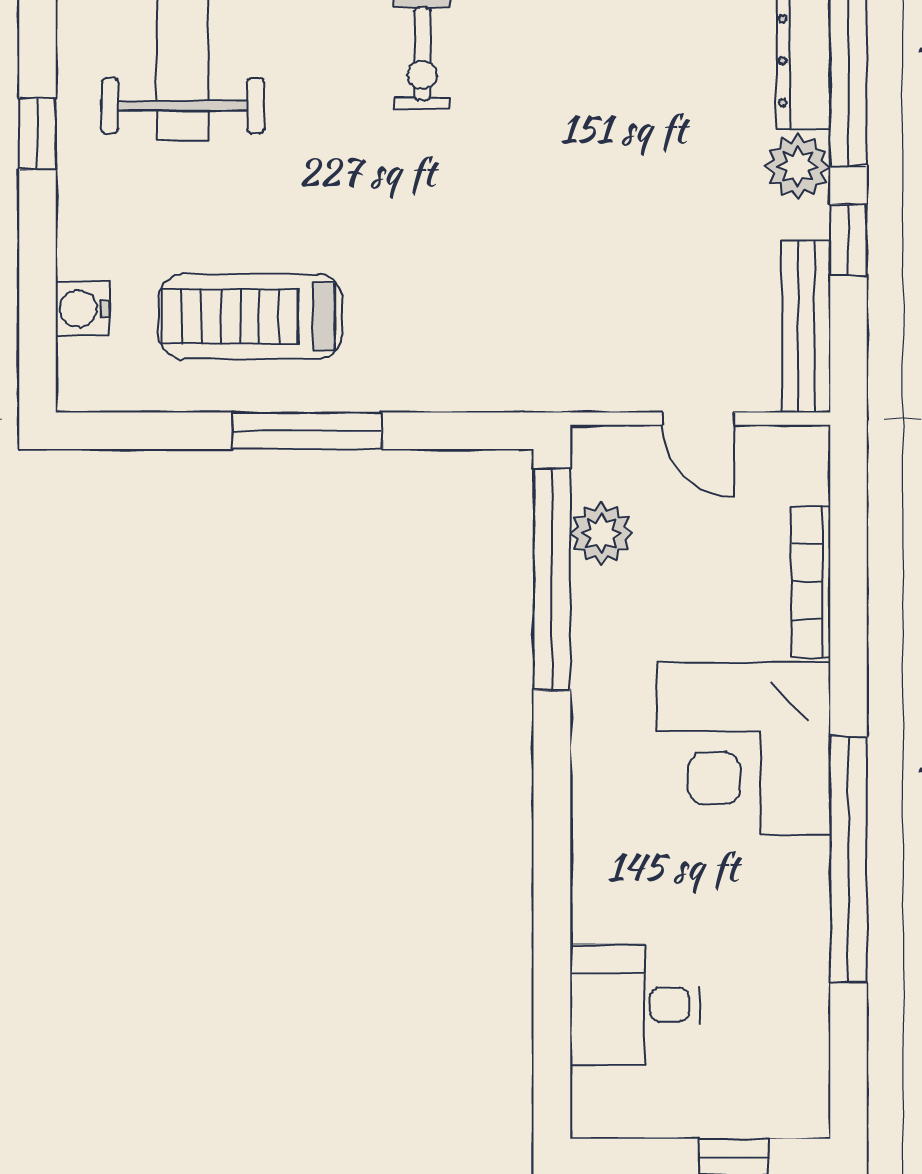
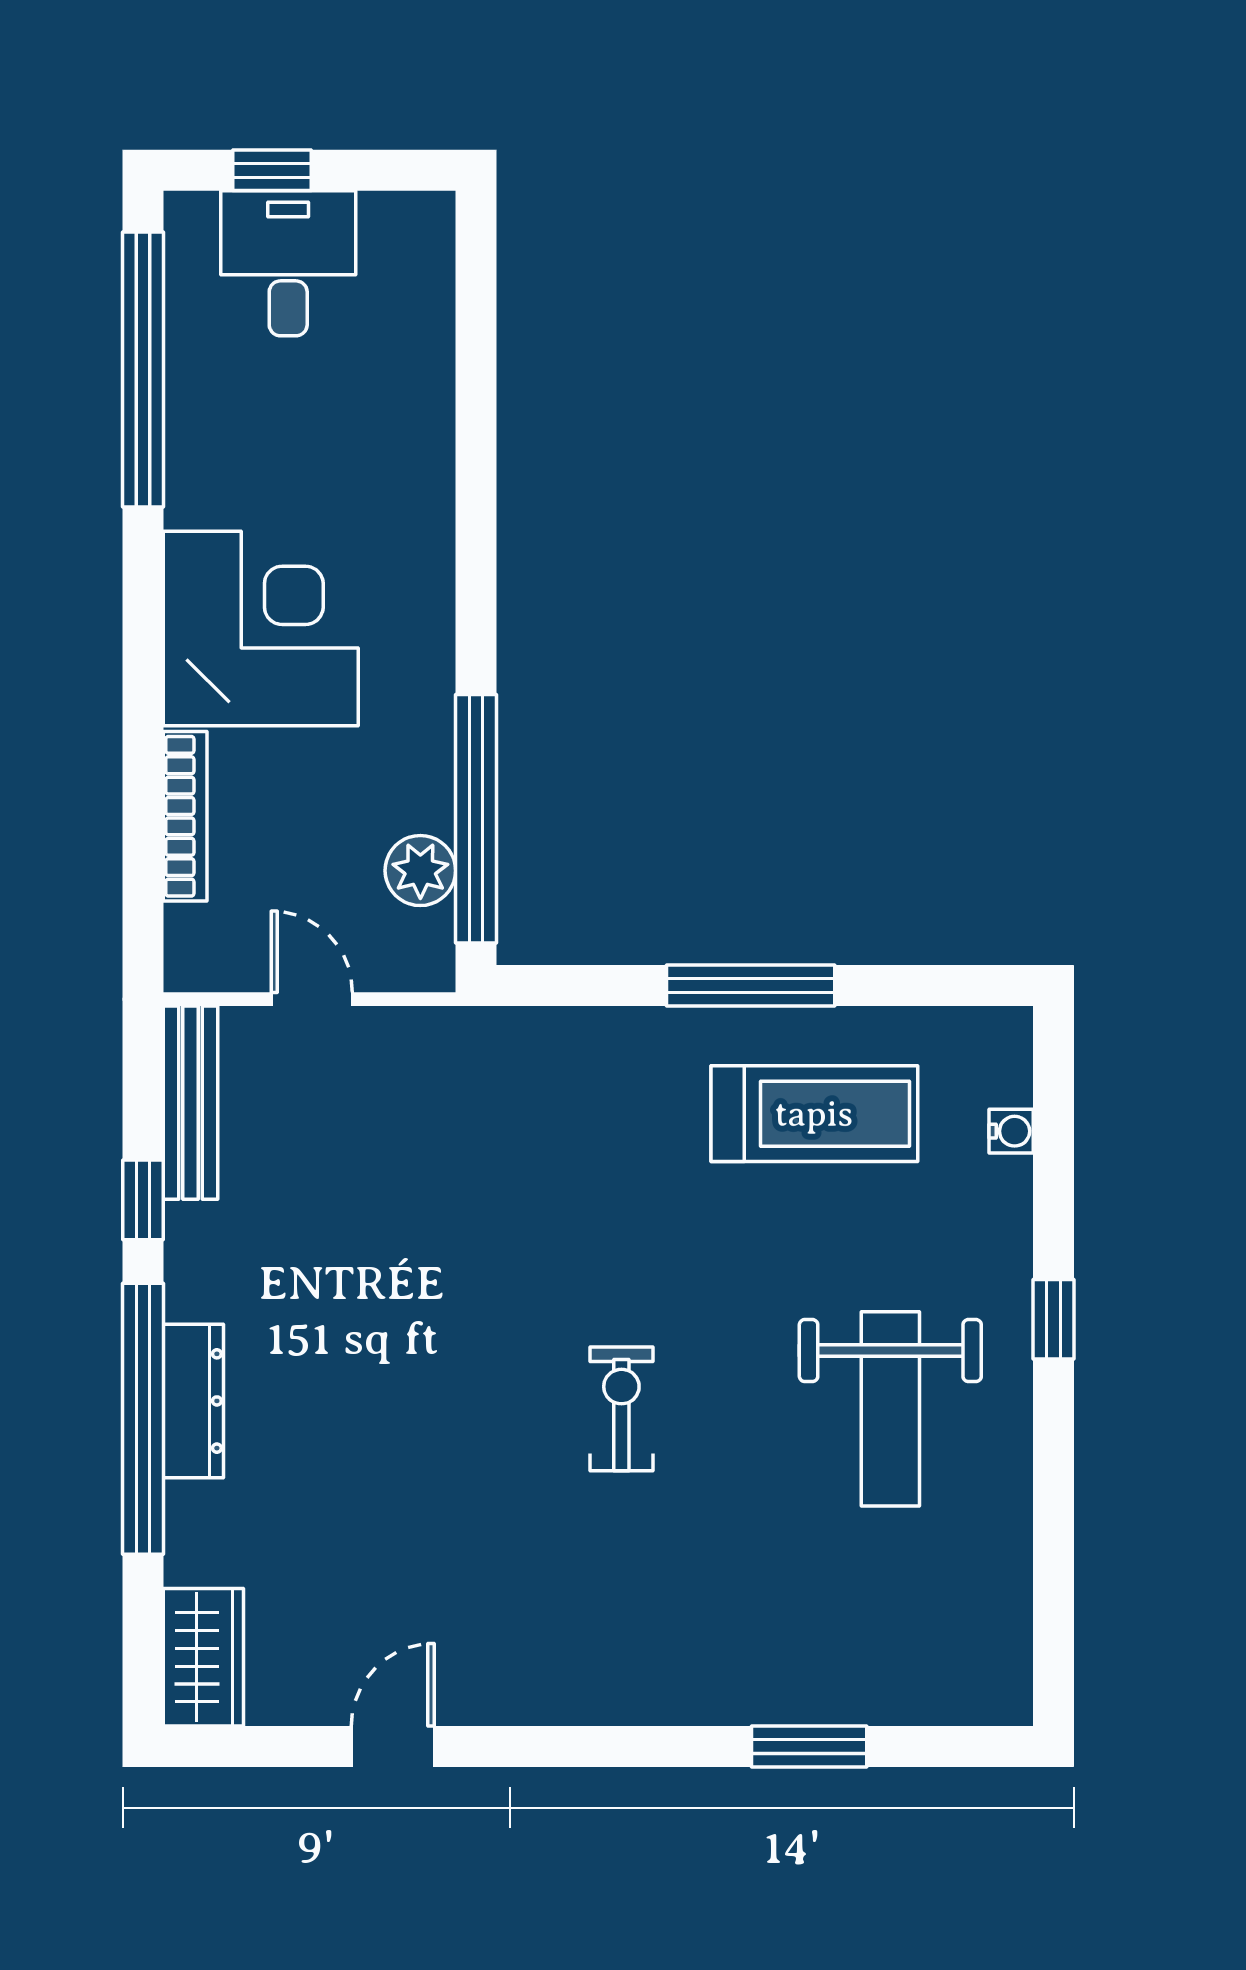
plant: (798, 166) -> (200, 1282), removed
water cooler: (83, 309) -> (1011, 1131), width x0.72, depth x0.72
window: (848, 859) -> (143, 370), moved
desk: (635, 1005) -> (288, 263), moved, turned -90

